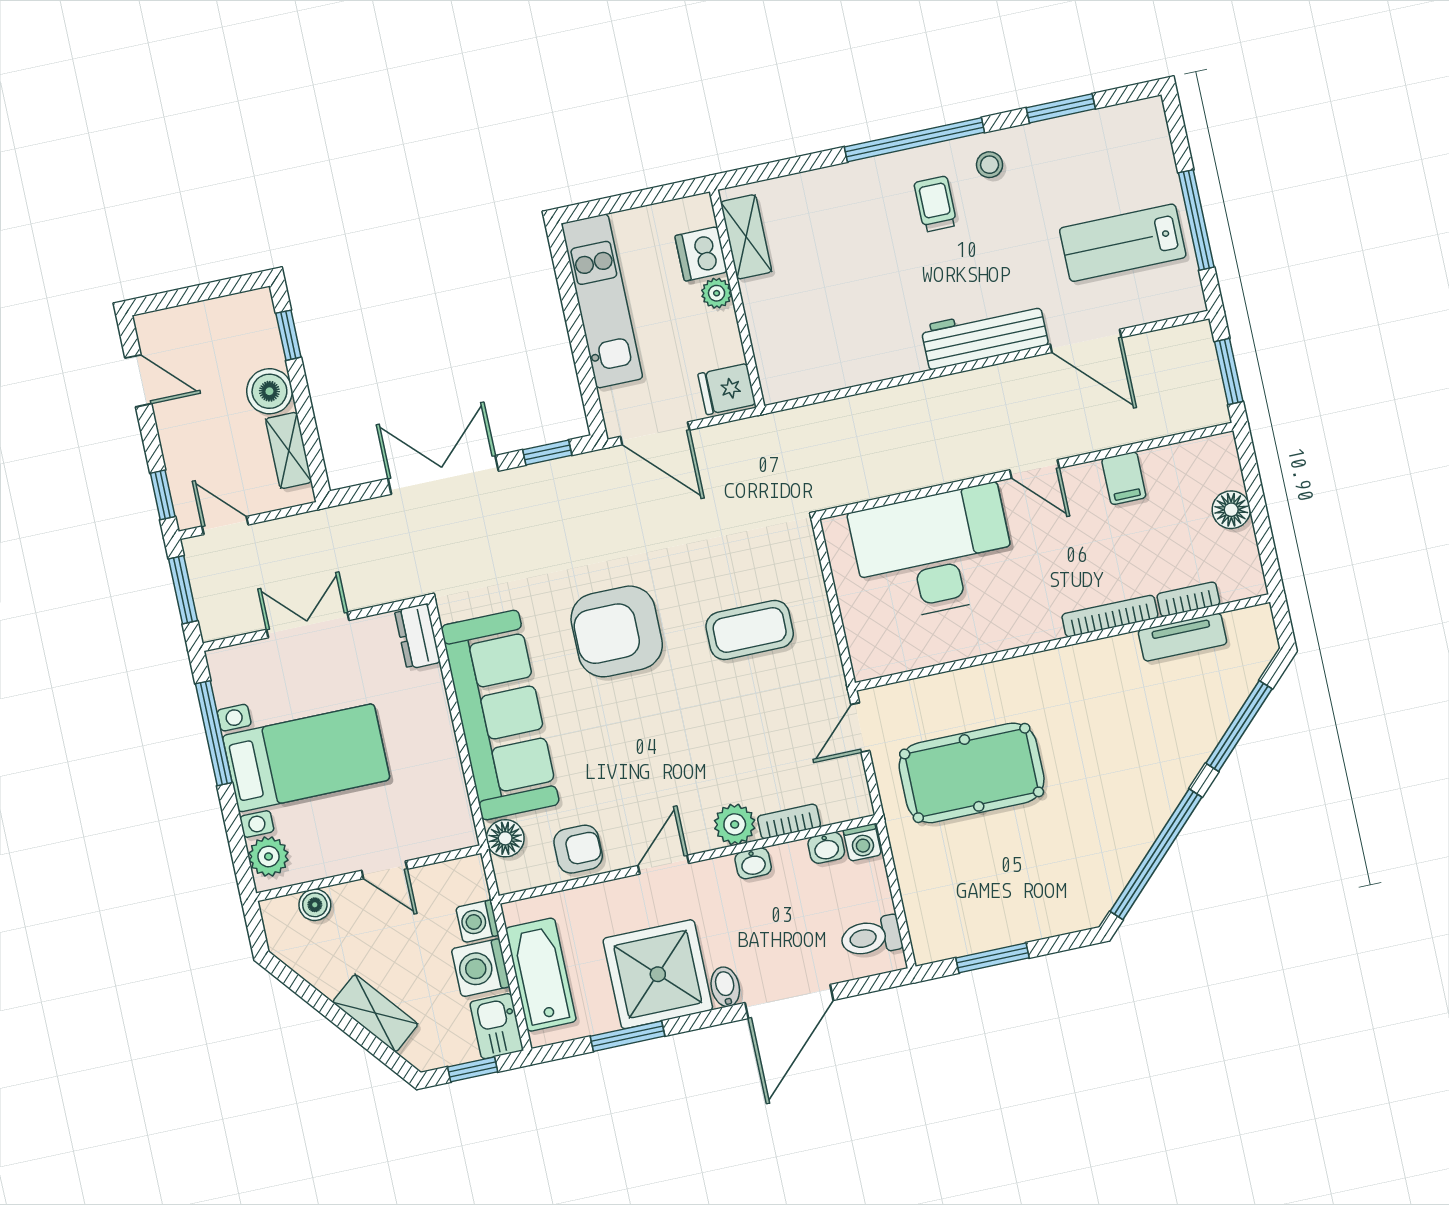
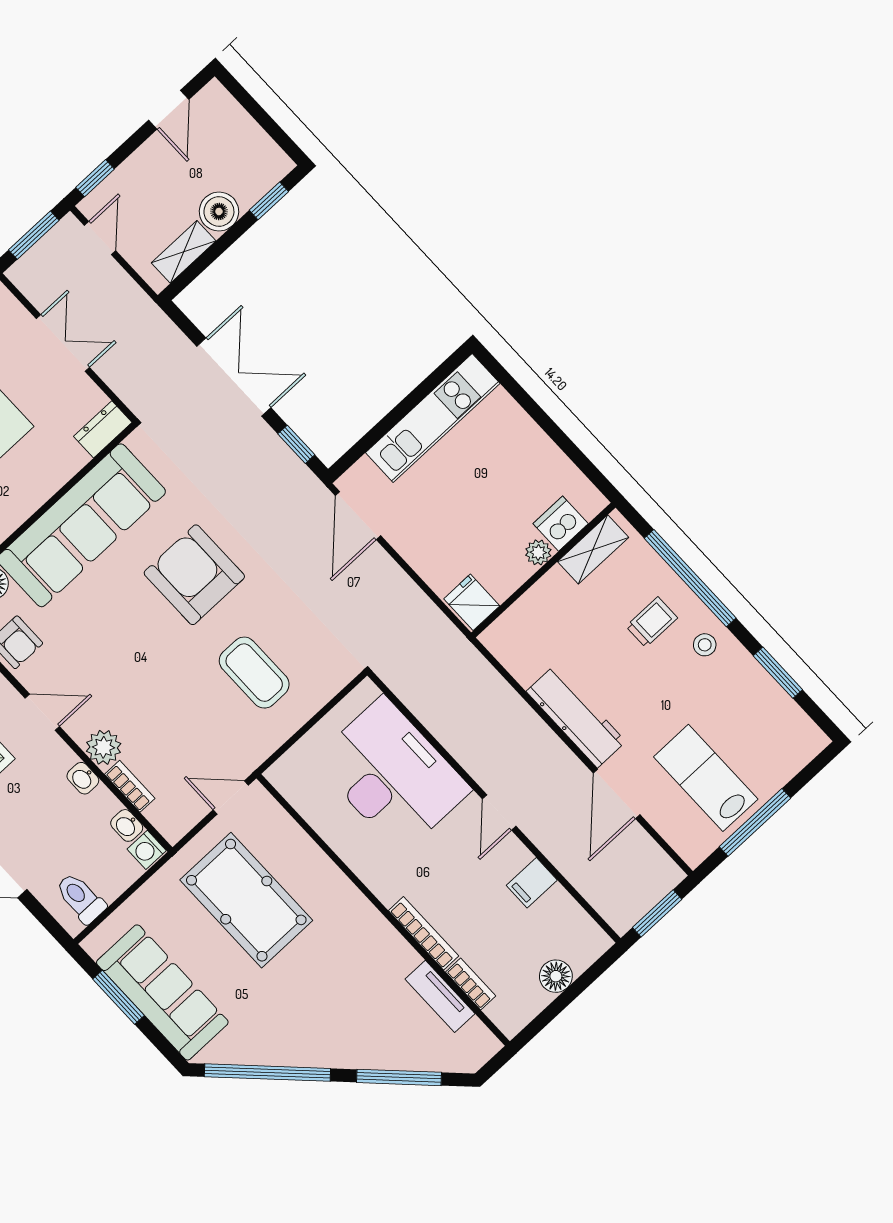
shelving: (746, 237) -> (593, 549), moved
dishwasher: (701, 254) -> (561, 524), moved
plant: (717, 293) -> (538, 552), moved
wall: (737, 299) -> (543, 570), moved
fridge: (727, 389) -> (472, 602), moved
sofa: (1014, 911) -> (162, 992), added

